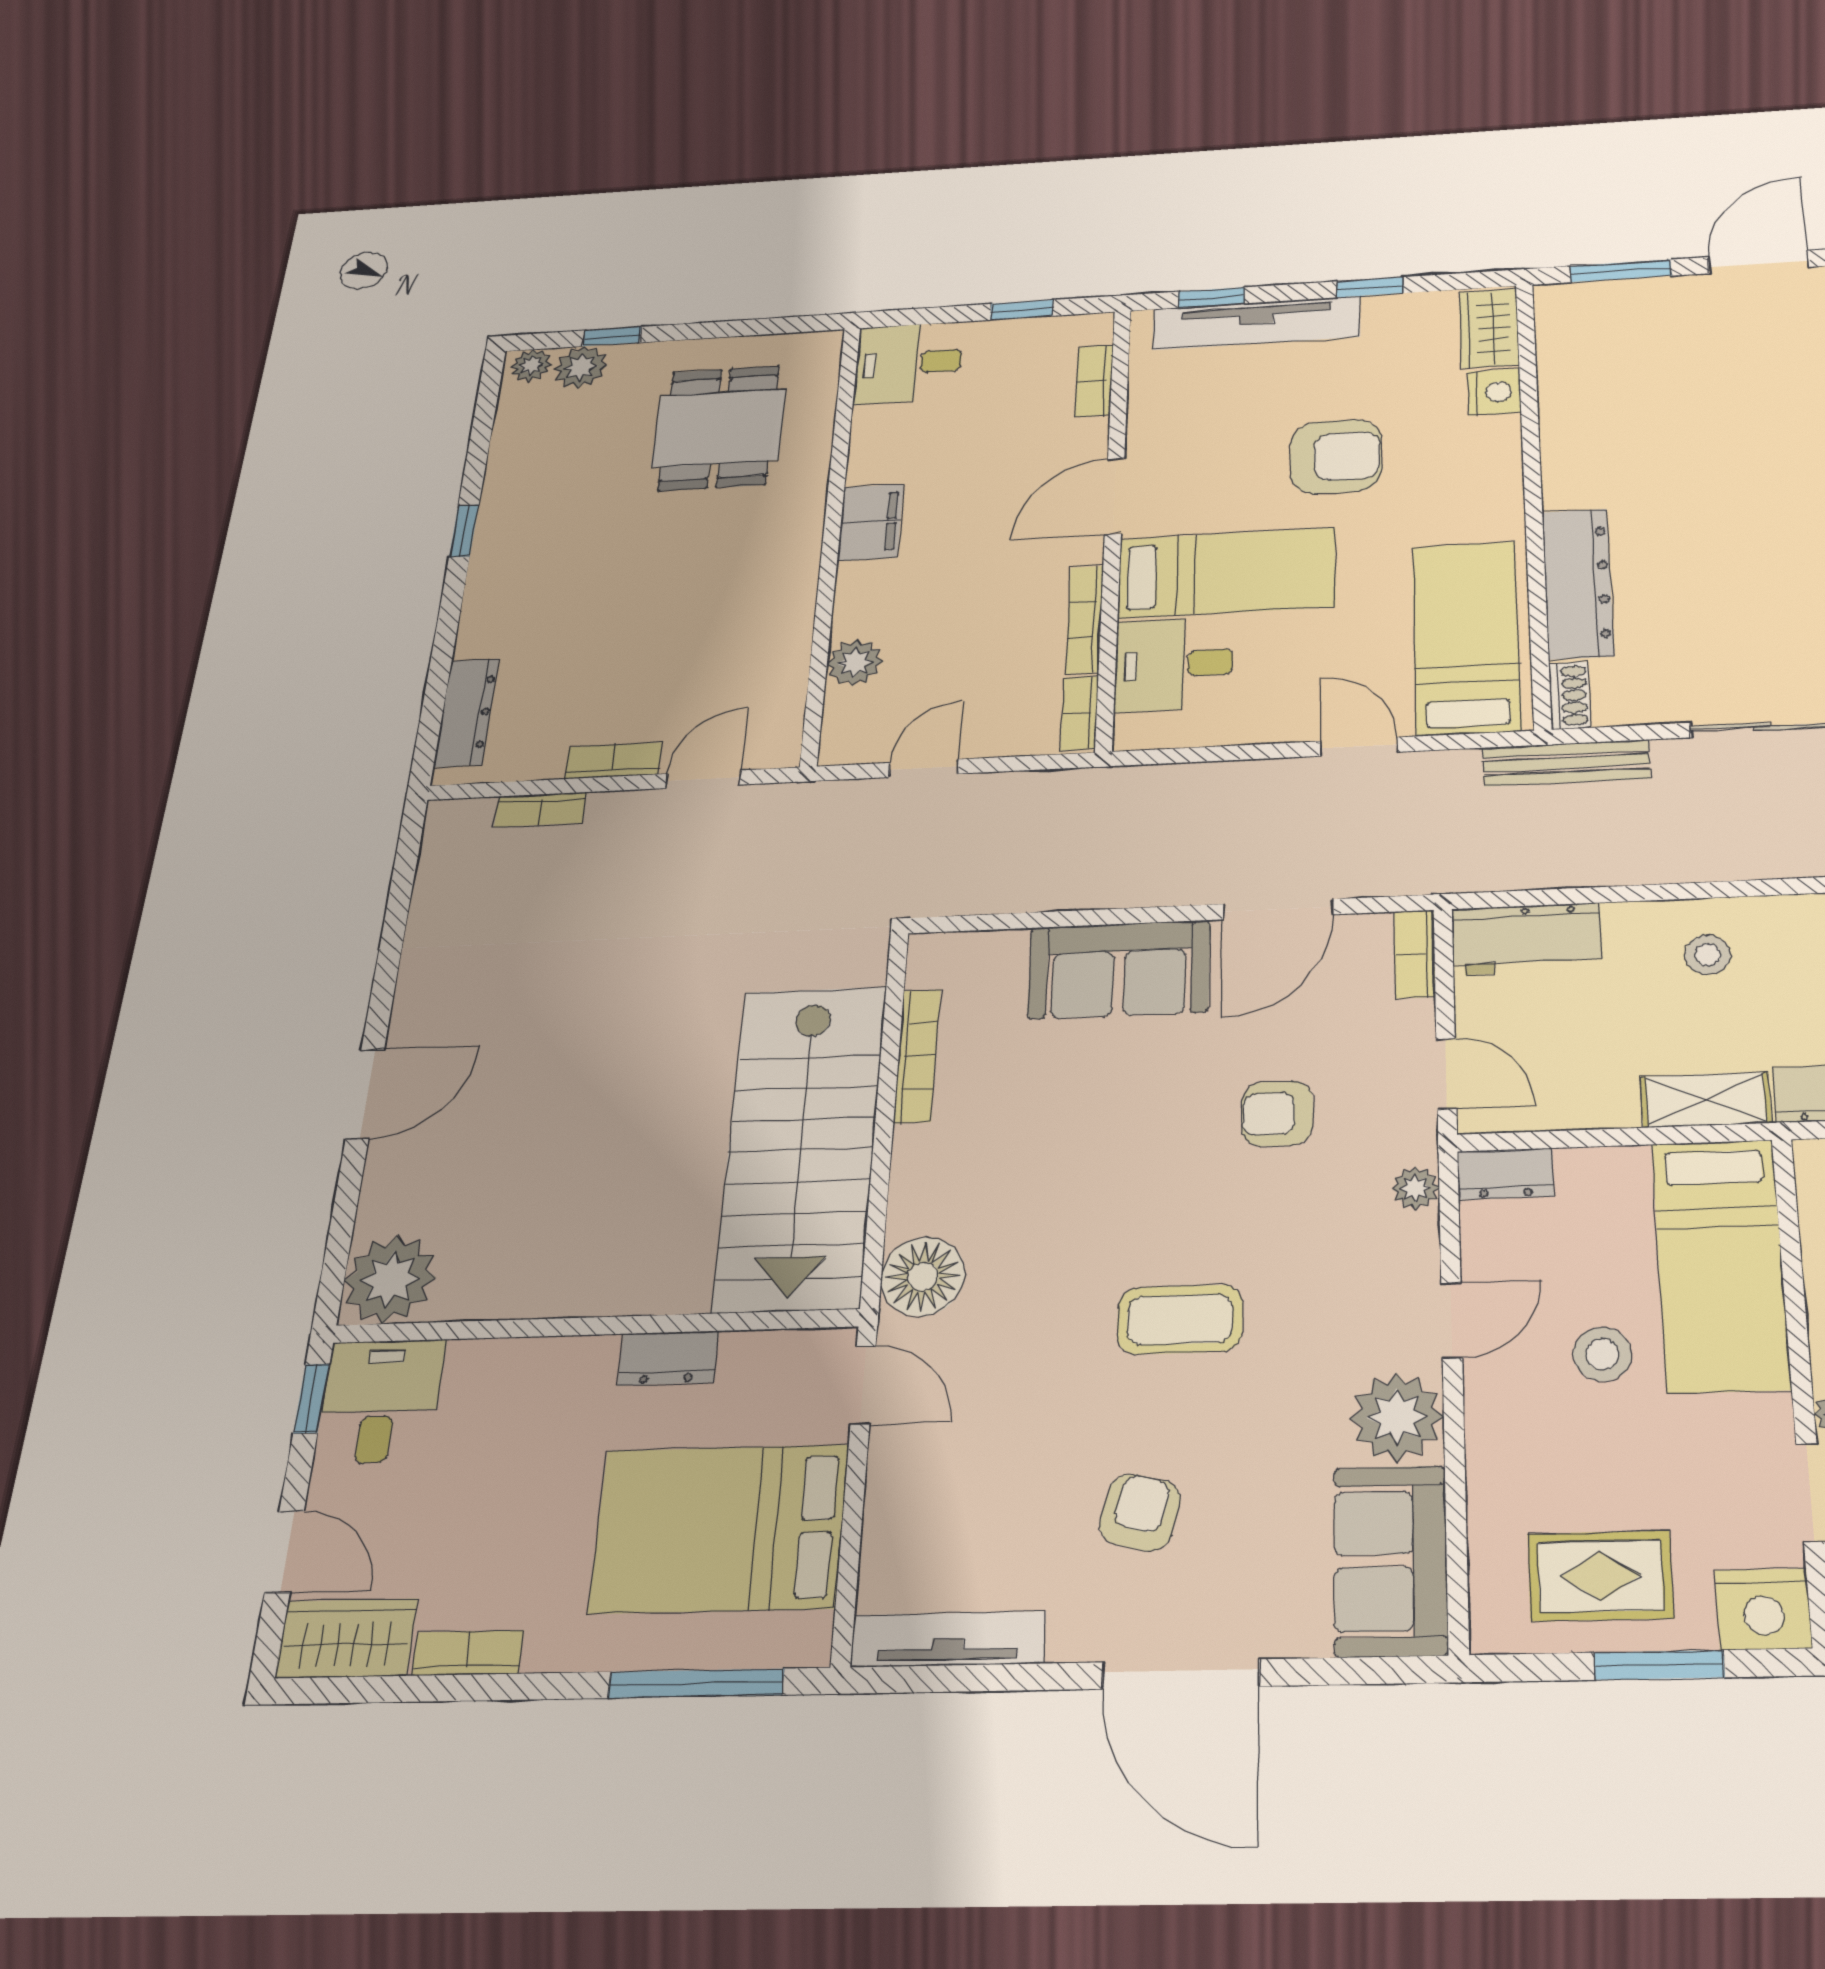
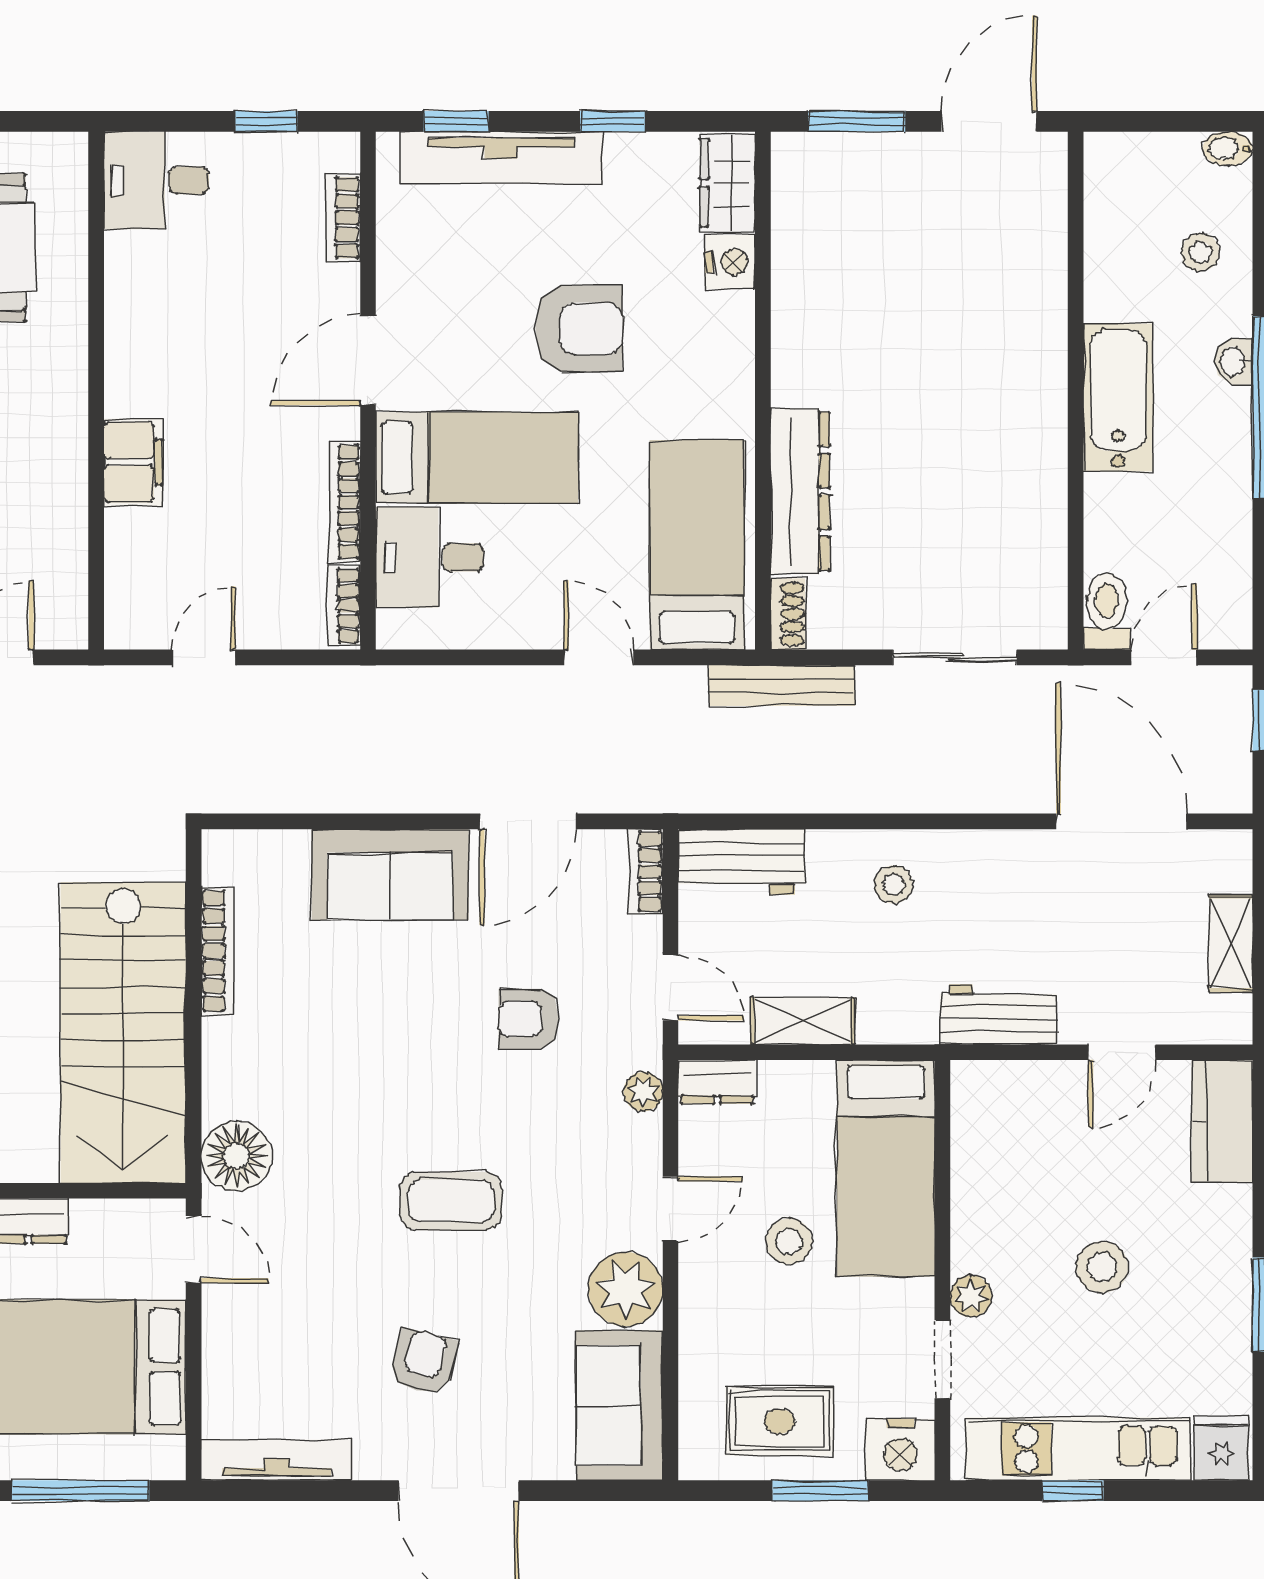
filing cabinet: (870, 522) -> (133, 462), moved
plant: (855, 663) -> (130, 537), removed
shelving: (1706, 1100) -> (803, 1021), moved

